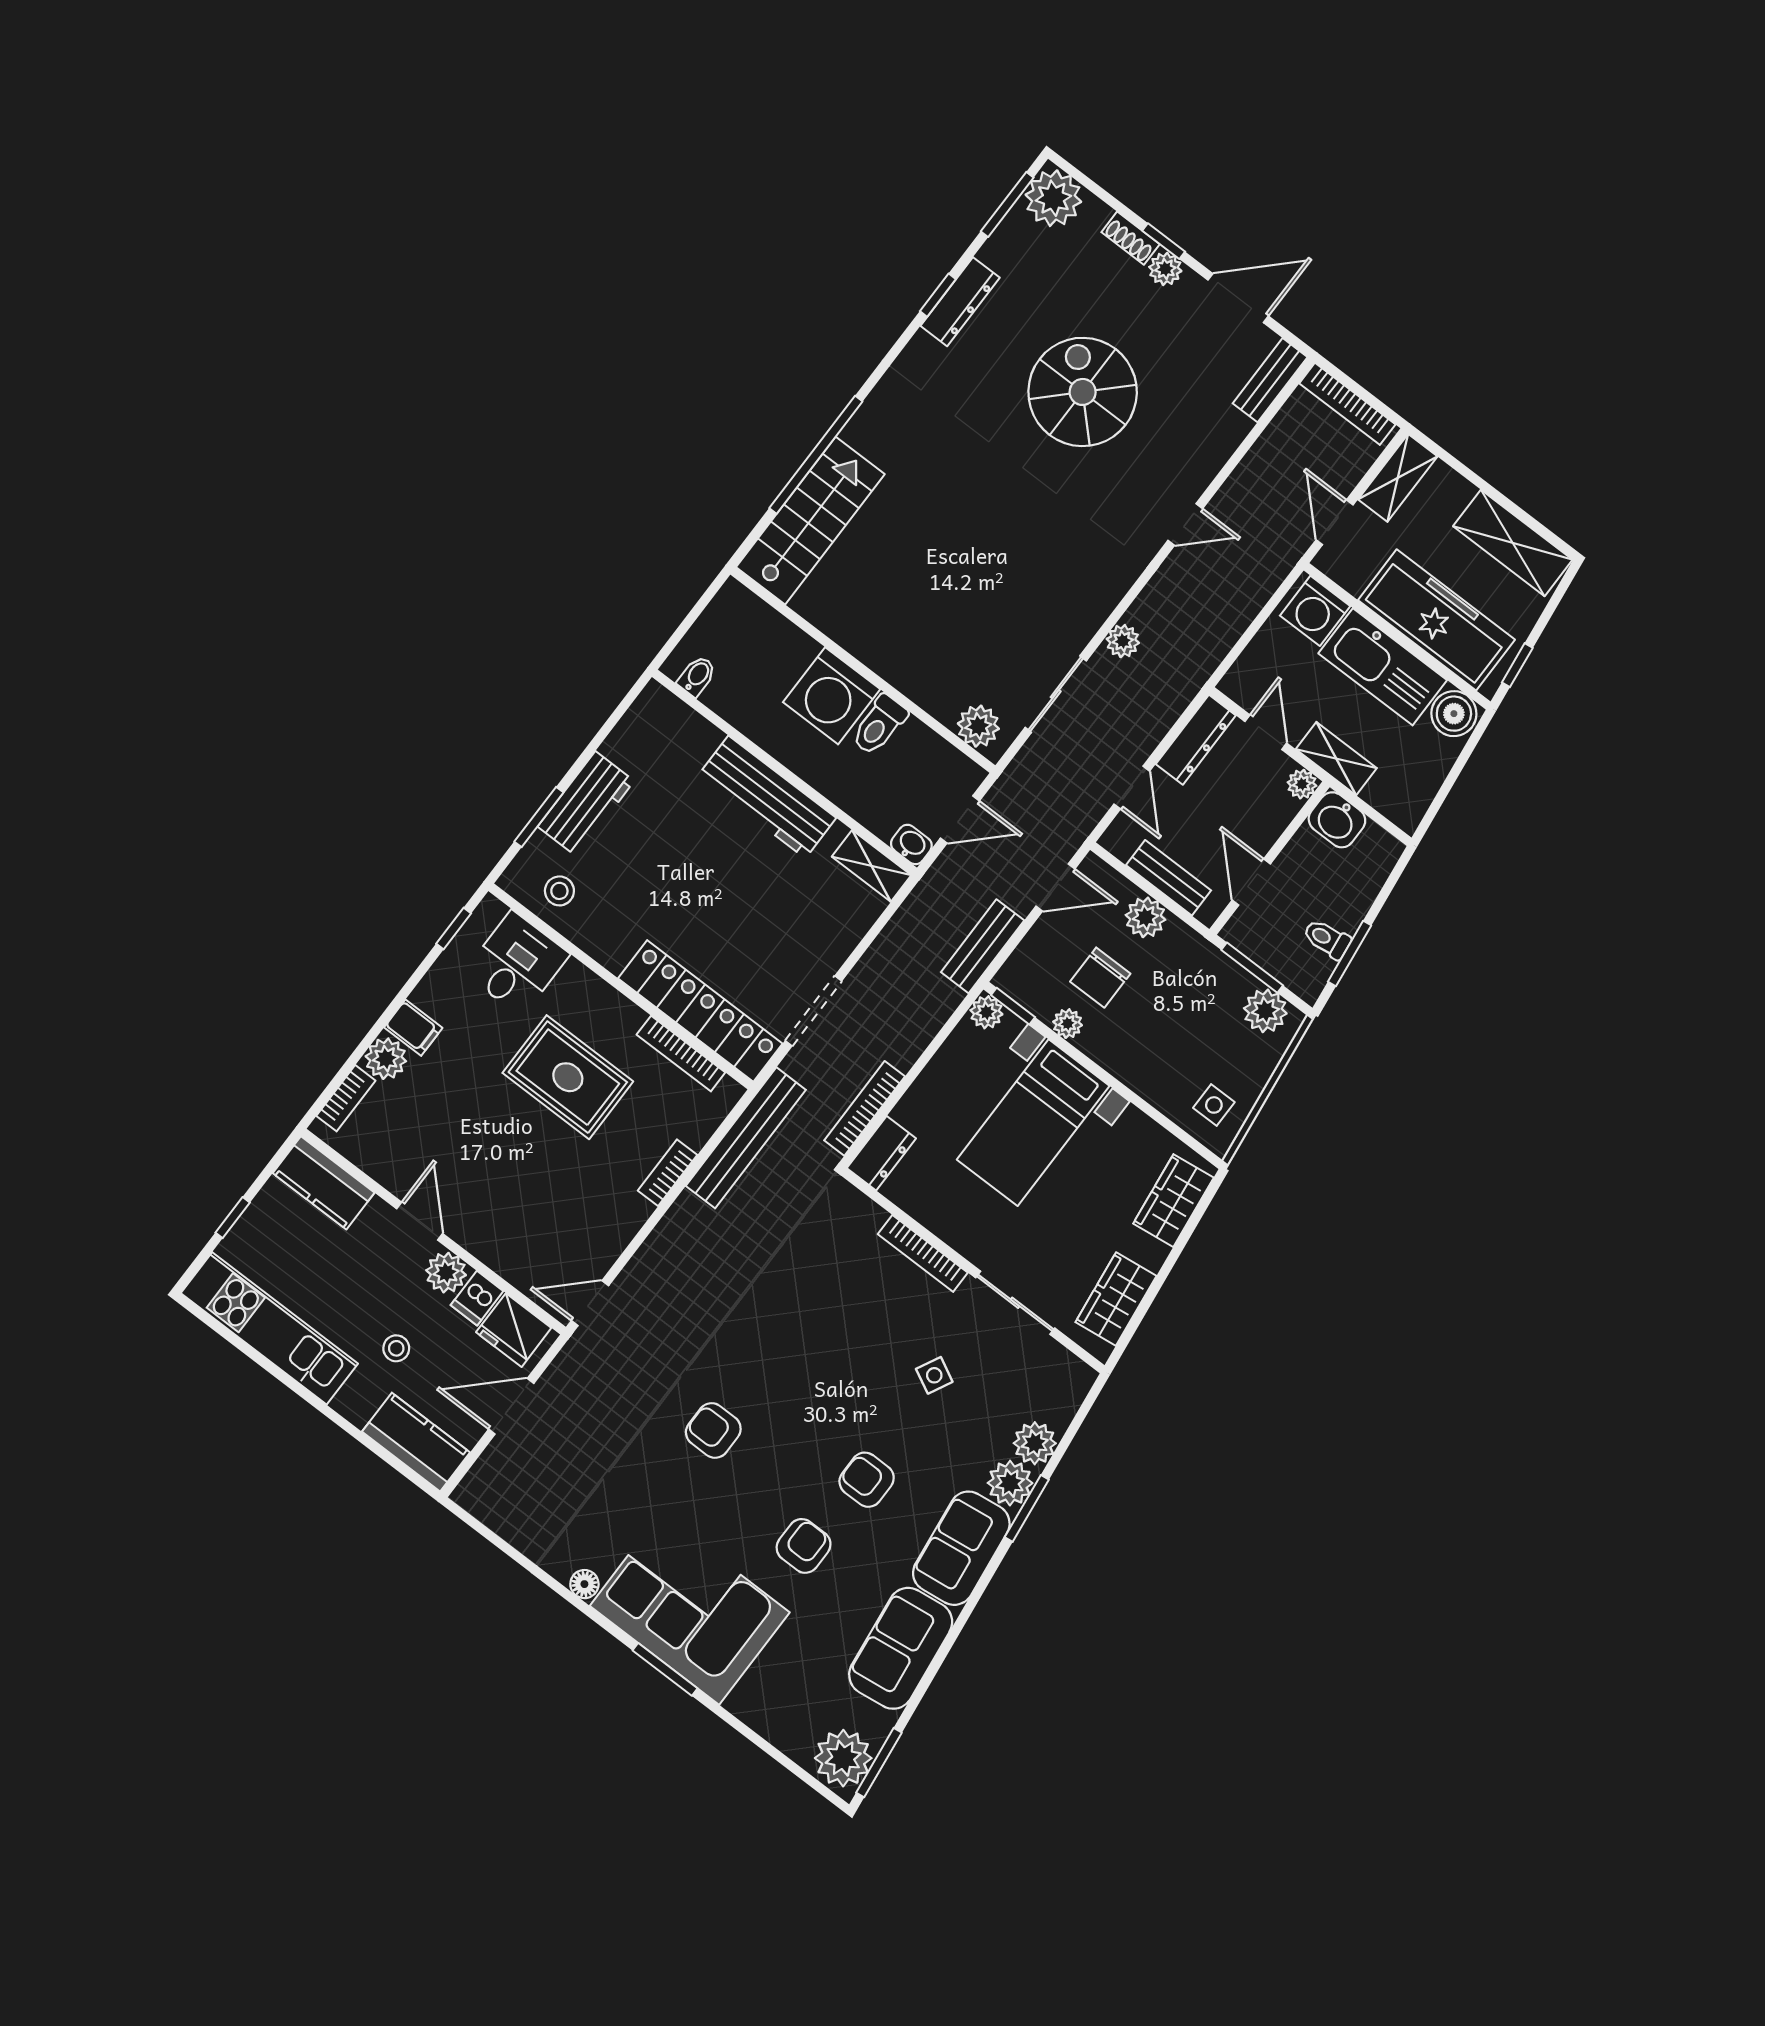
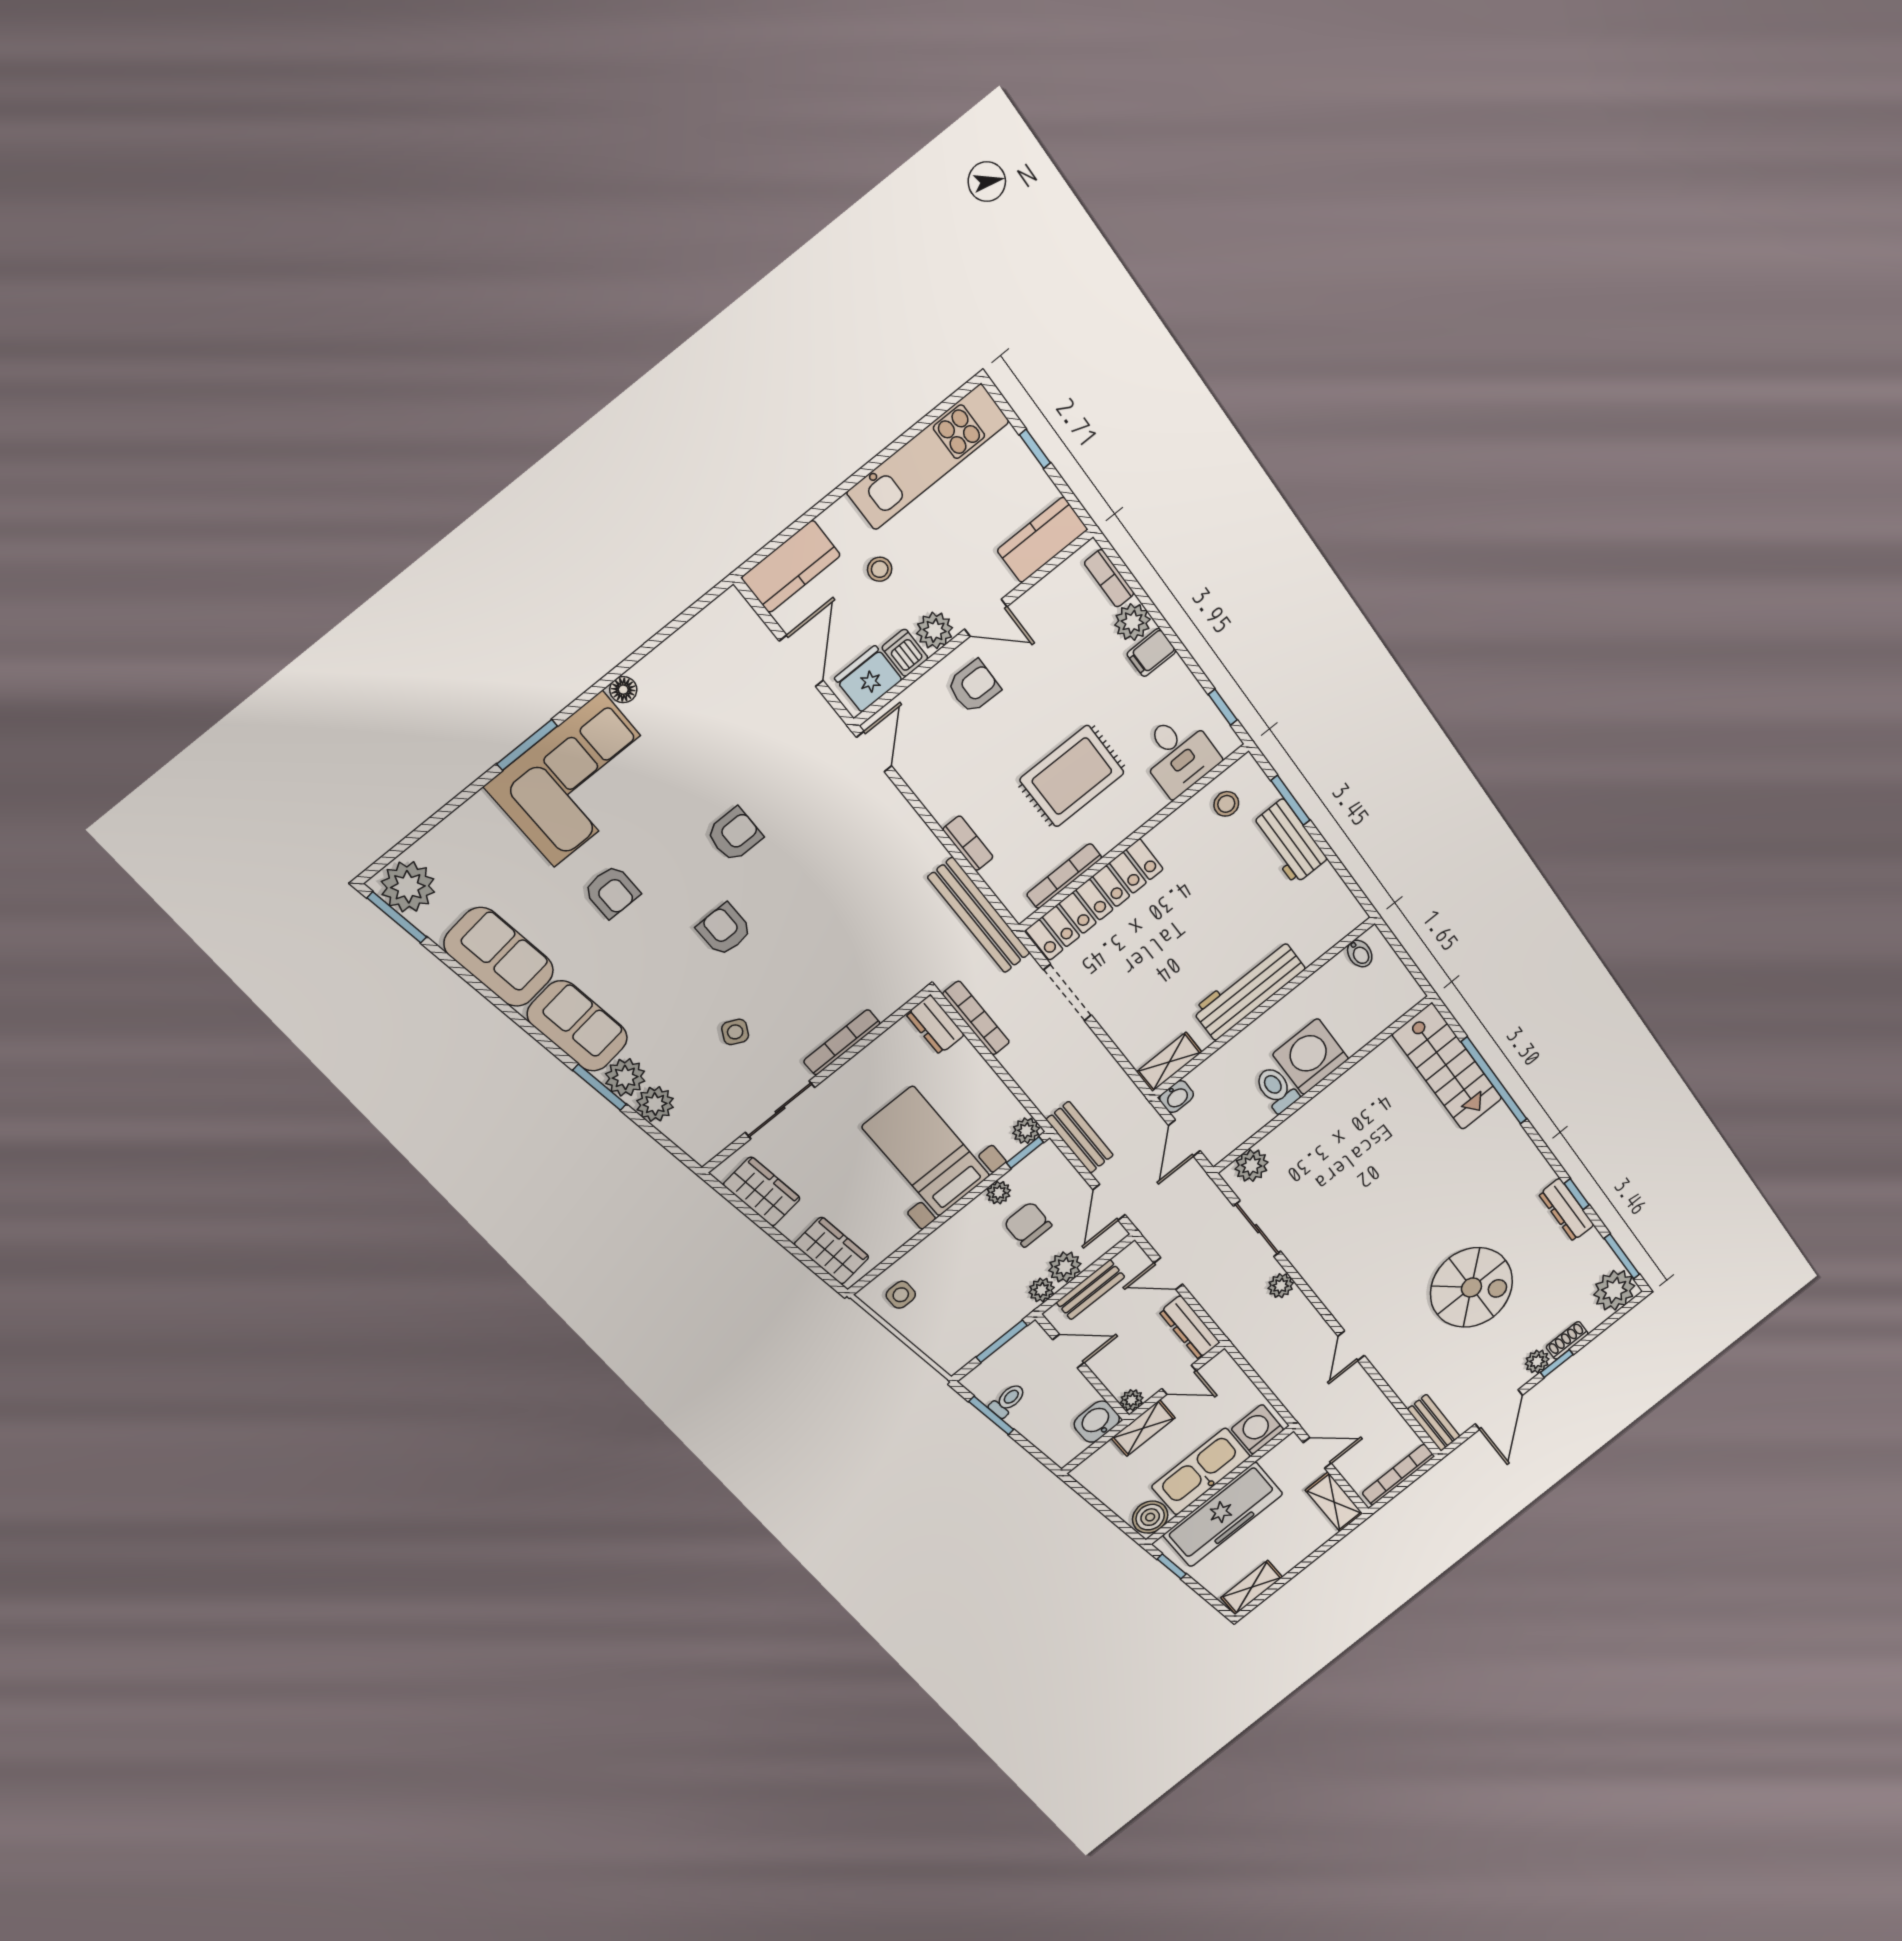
shelving: (1513, 543) -> (1252, 1587), width x0.67, depth x0.75
plant: (1265, 1011) -> (1042, 1290), moved, width x0.73, depth x0.73
armchair: (495, 1214) -> (974, 686), added
armchair: (867, 1480) -> (724, 930), moved, turned -90

